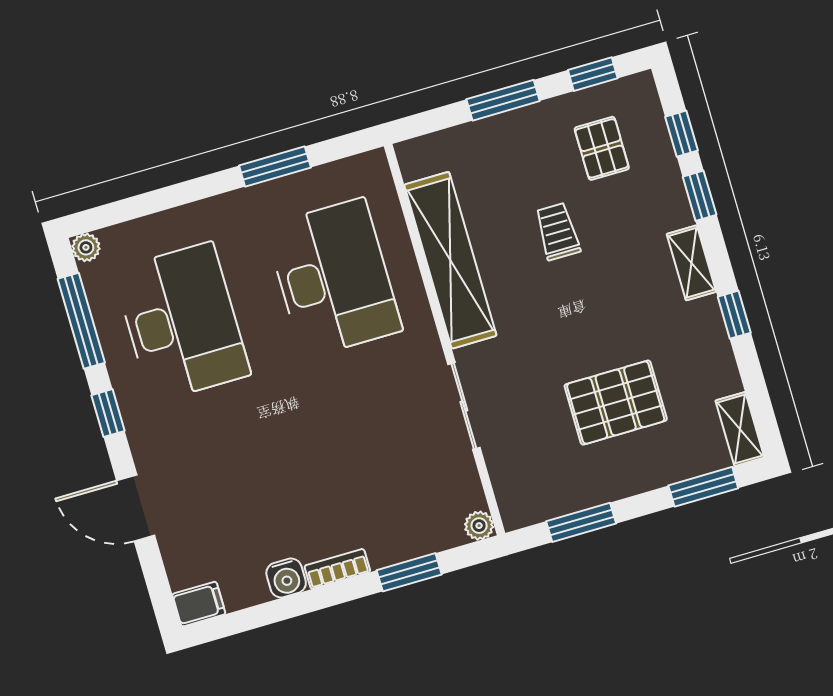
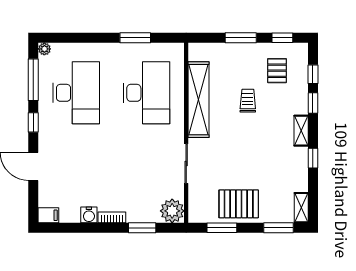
pallet: (616, 403) -> (239, 204), moved
plant: (479, 526) -> (172, 211), width x1.87, depth x1.87

